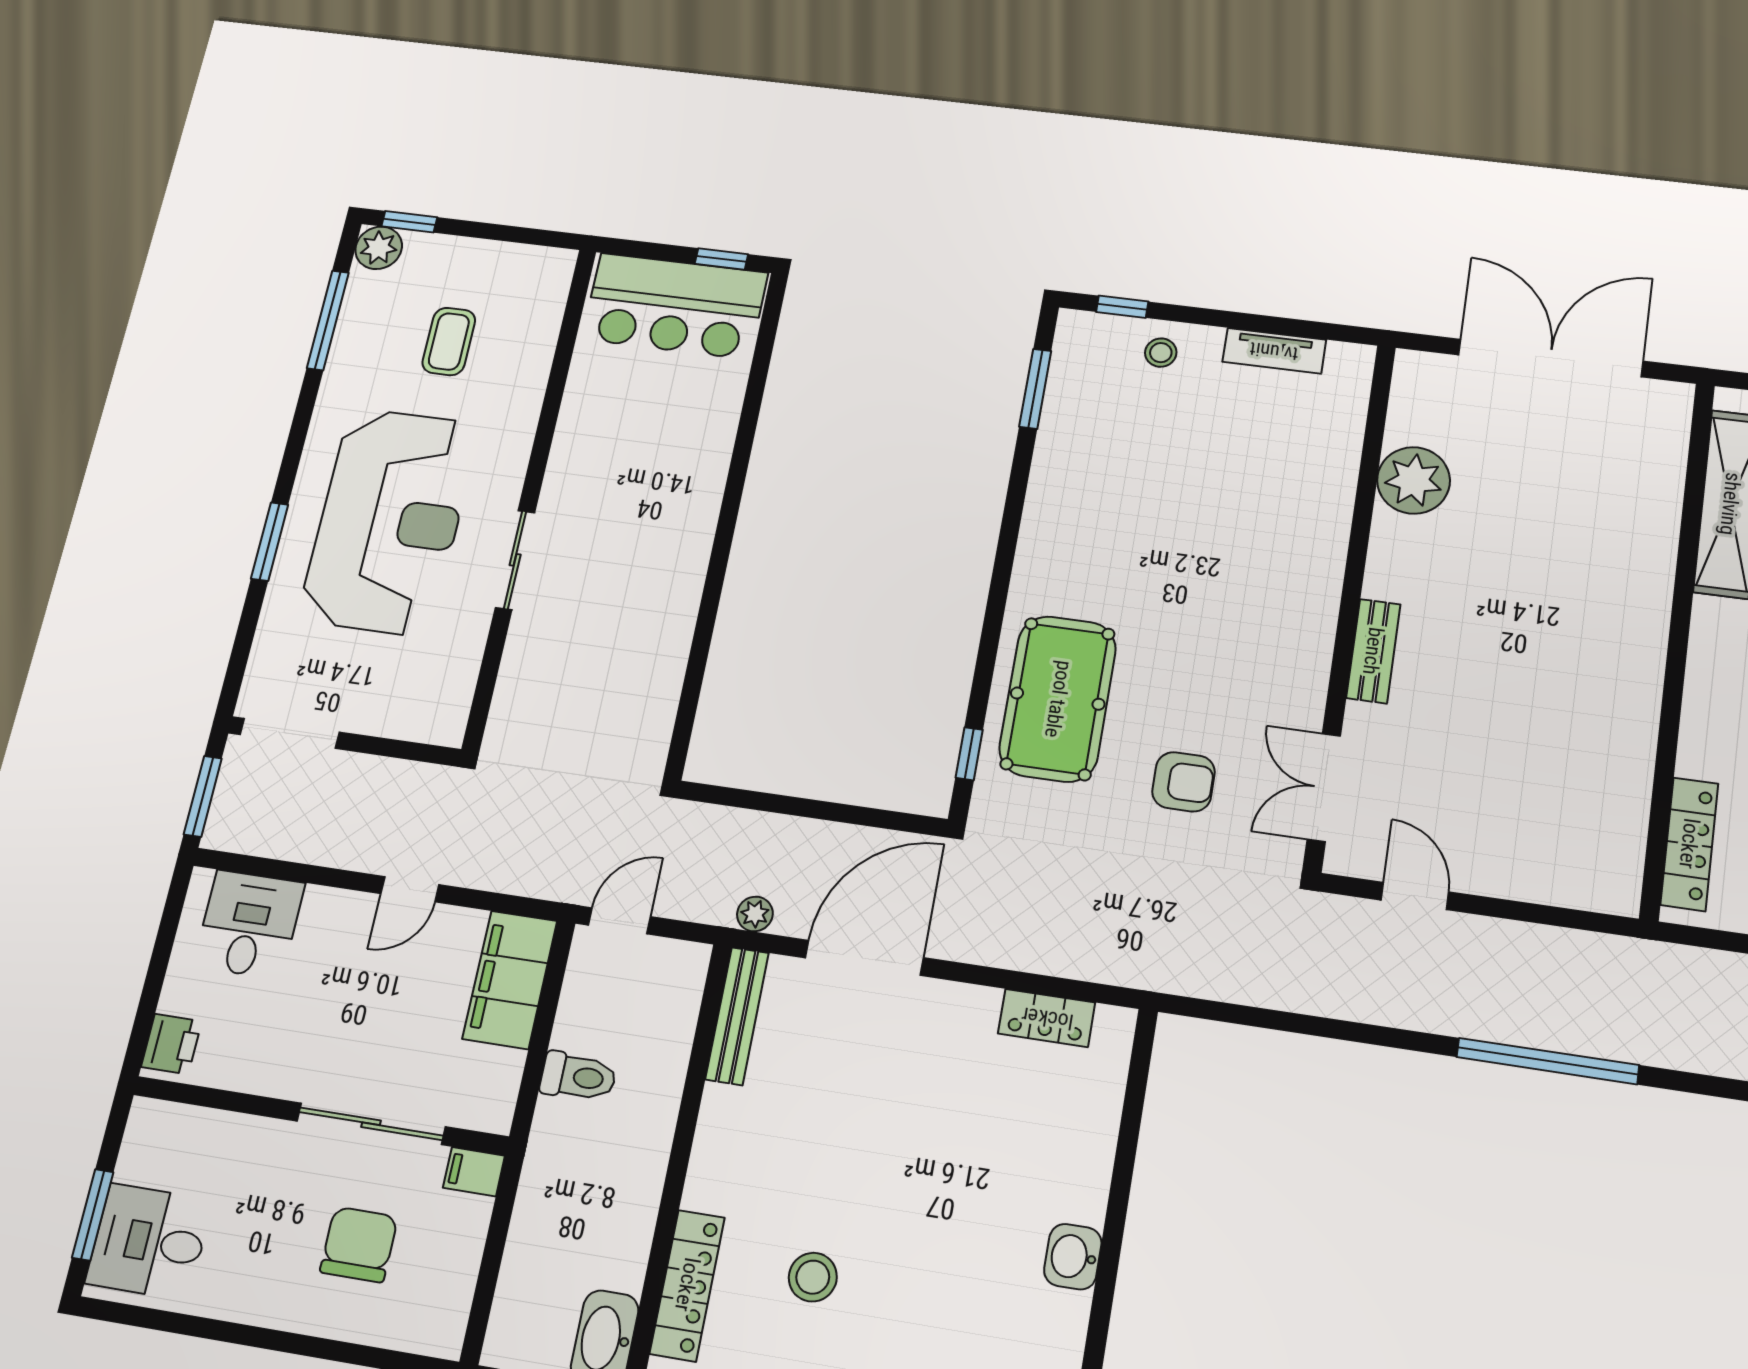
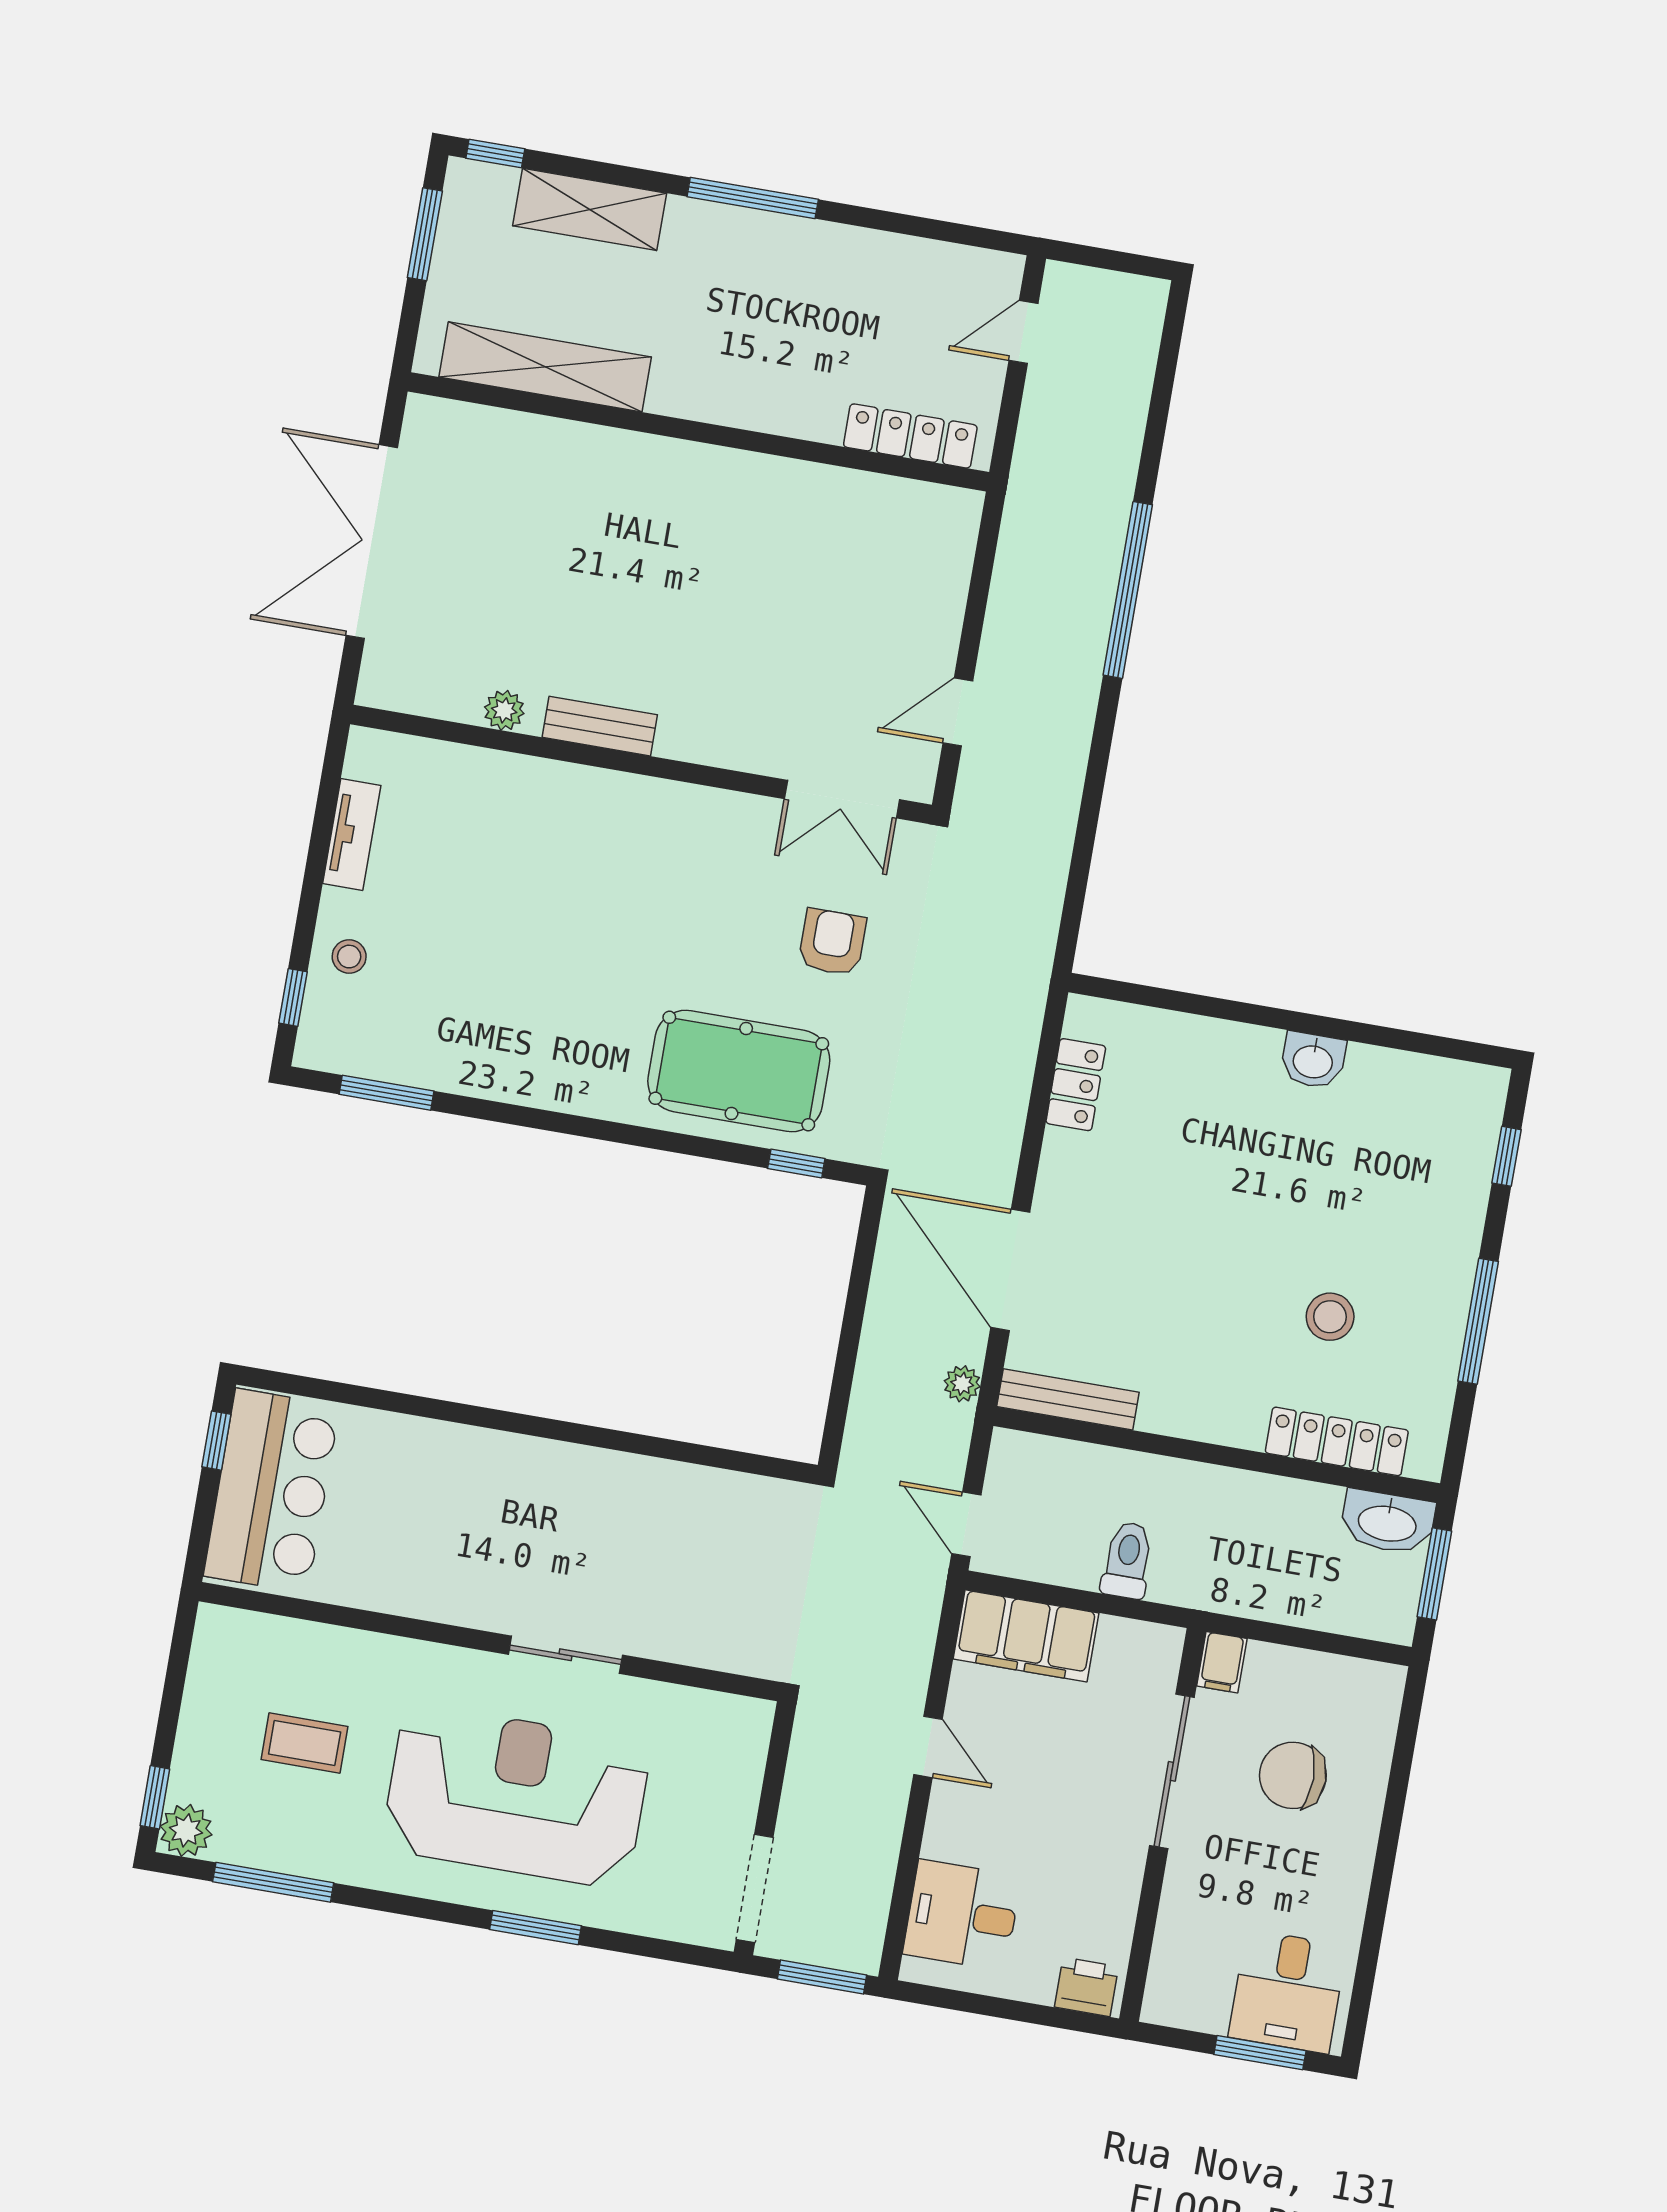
plant: (1413, 480) -> (504, 710), width x0.53, depth x0.53
bench: (1373, 651) -> (600, 726), moved

